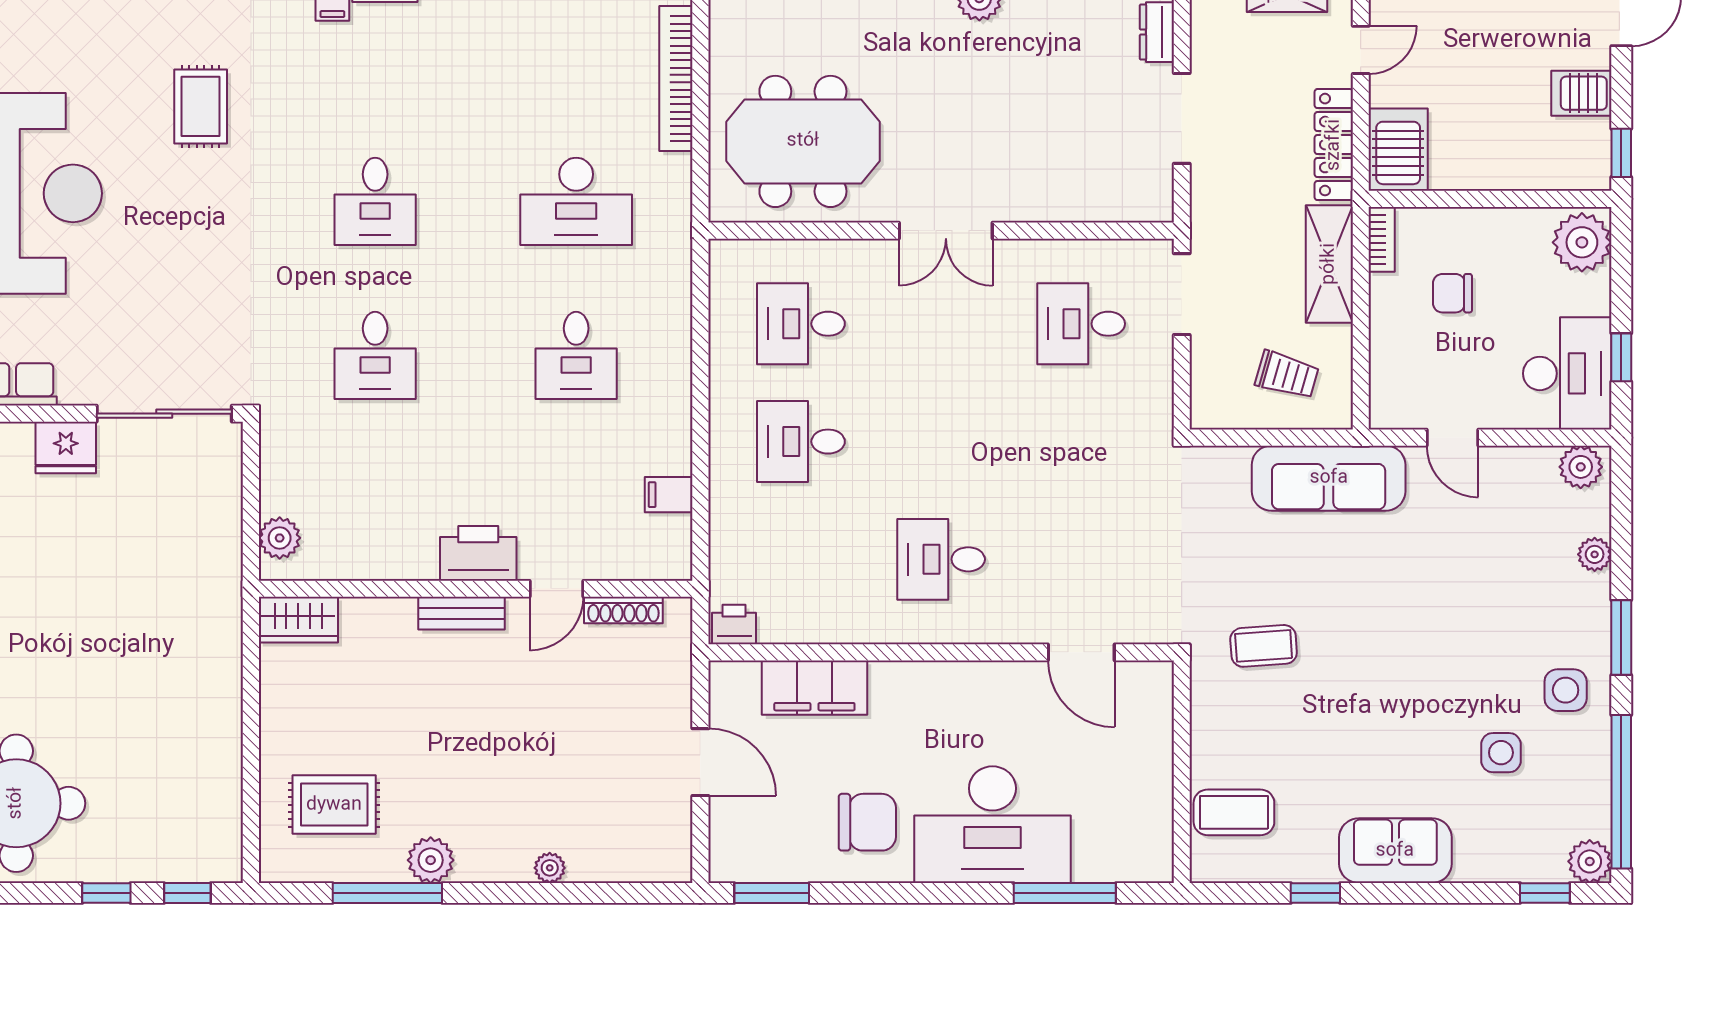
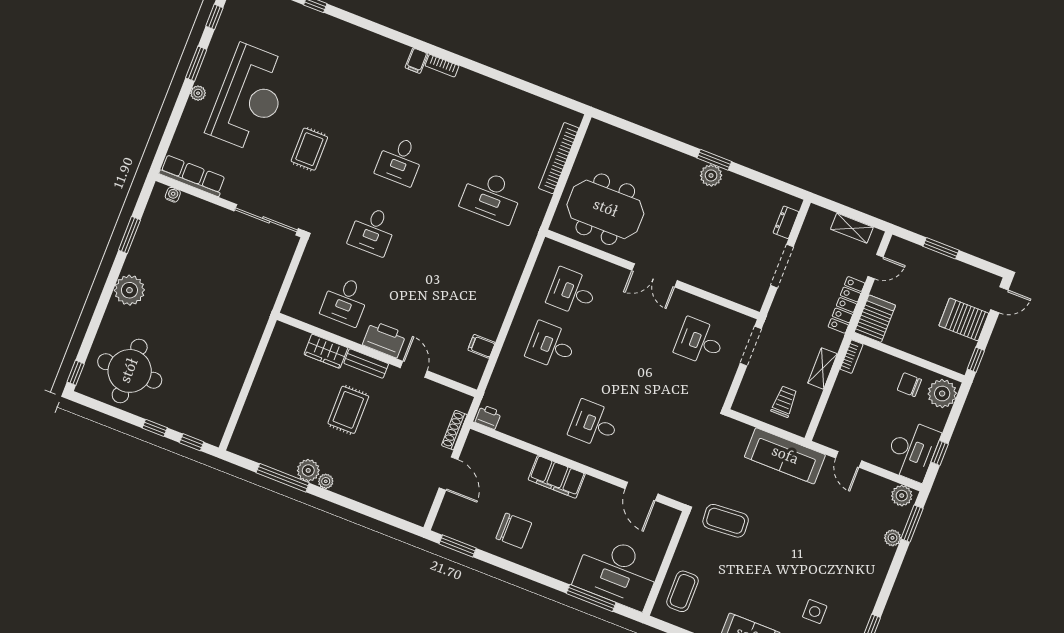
server rack: (1581, 93) -> (964, 319), width x1.36, depth x1.44
rug: (201, 106) -> (309, 149), moved
shelving: (1329, 264) -> (822, 368), width x0.67, depth x0.75
chair: (1452, 293) -> (909, 385), moved
desk: (576, 355) -> (345, 301), moved
trolley: (1287, 375) -> (784, 402), turned -106
fridge: (66, 448) -> (215, 218), removed
plant: (280, 538) -> (297, 297), removed
door: (556, 589) -> (414, 369), swing flipped
shoe rack: (623, 610) -> (454, 430), moved, turned 90
wardrobe: (298, 620) -> (326, 351), moved
window: (1621, 638) -> (912, 524), moved
coffee table: (1264, 646) -> (726, 521), width x1.36, depth x1.30
filing cabinet: (814, 688) -> (557, 477), moved
side table: (1566, 690) -> (855, 595), removed
rug: (334, 805) -> (348, 410), moved, turned 90
coffee table: (1234, 812) -> (683, 591), turned 90
desk: (992, 825) -> (617, 572), moved
plant: (550, 868) -> (326, 481), moved

